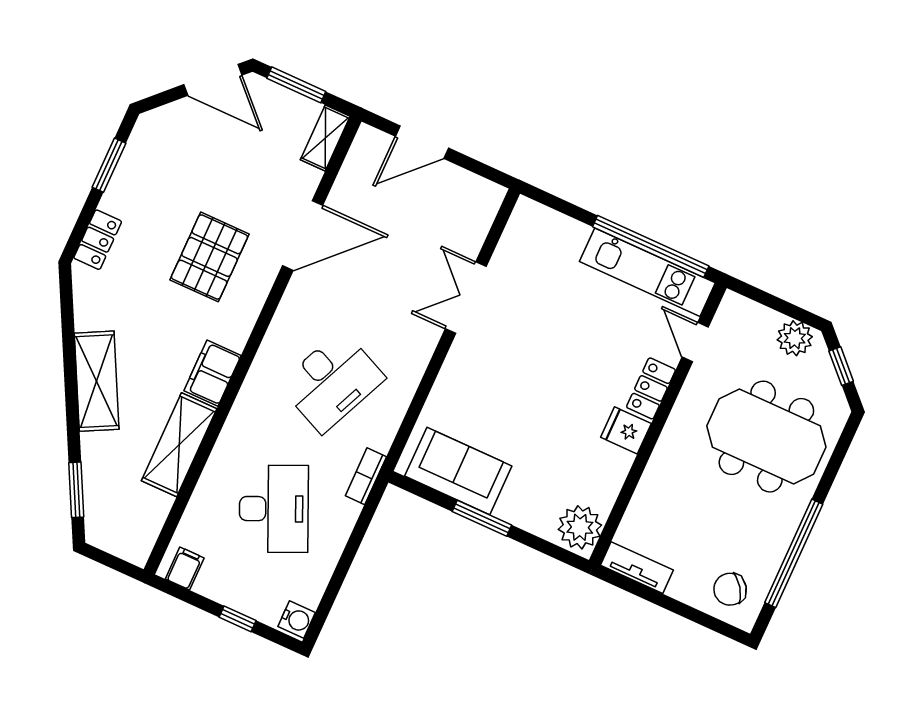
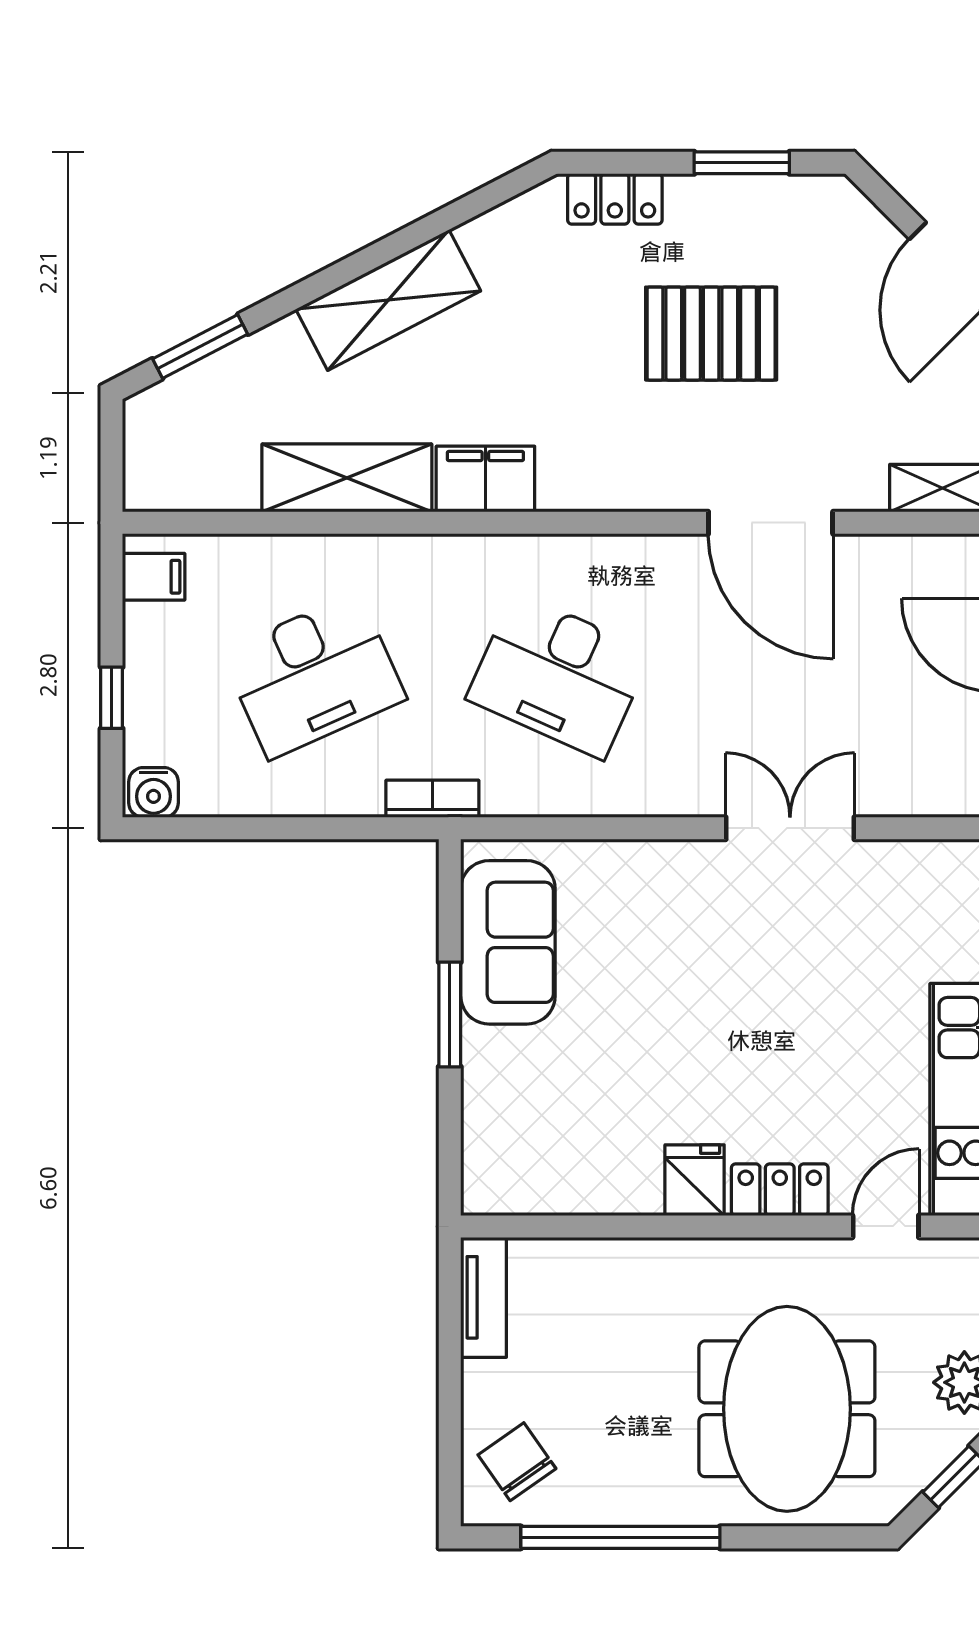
pallet: (209, 257) -> (711, 334), moved
plant: (580, 527) -> (507, 1177), removed

